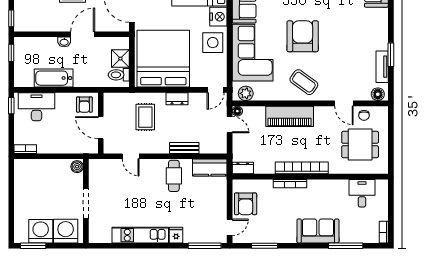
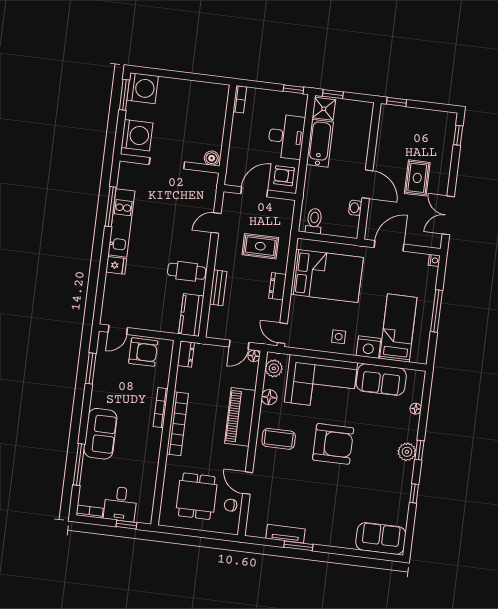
washbasin: (64, 42) -> (355, 208), moved
side table: (213, 43) -> (339, 337), width x0.54, depth x0.54
window: (11, 53) -> (333, 94), moved
shower: (120, 59) -> (324, 109), moved
bed: (163, 59) -> (327, 276), width x0.73
coffee table: (304, 82) -> (279, 439), turned 54
floor lamp: (378, 94) -> (269, 397), moved
door: (344, 103) -> (248, 483), hinge flipped
desk: (36, 107) -> (286, 137), moved
desk: (362, 193) -> (120, 504), moved, turned 90
window: (391, 200) -> (126, 525), added
armchair: (246, 204) -> (143, 352), turned 180
door: (230, 227) -> (118, 330), hinge flipped
washing machine: (41, 231) -> (143, 88), moved
window: (205, 246) -> (111, 207), moved

